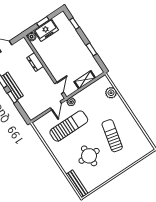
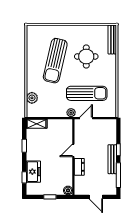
freezer: (46, 30) -> (33, 172), moved, turned 90
shelving: (85, 80) -> (37, 124), moved
door: (59, 88) -> (73, 150), moved
sun lounger: (69, 126) -> (87, 93), turned 180
sun lounger: (112, 136) -> (55, 61), width x1.36, depth x1.34

